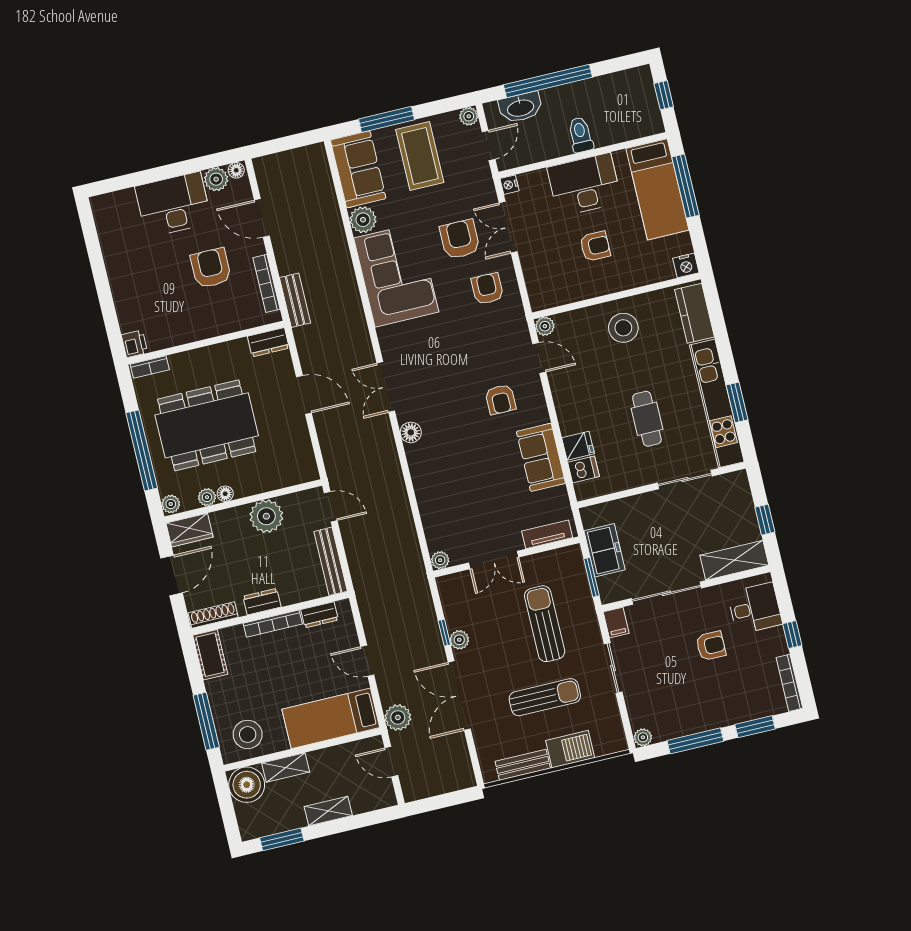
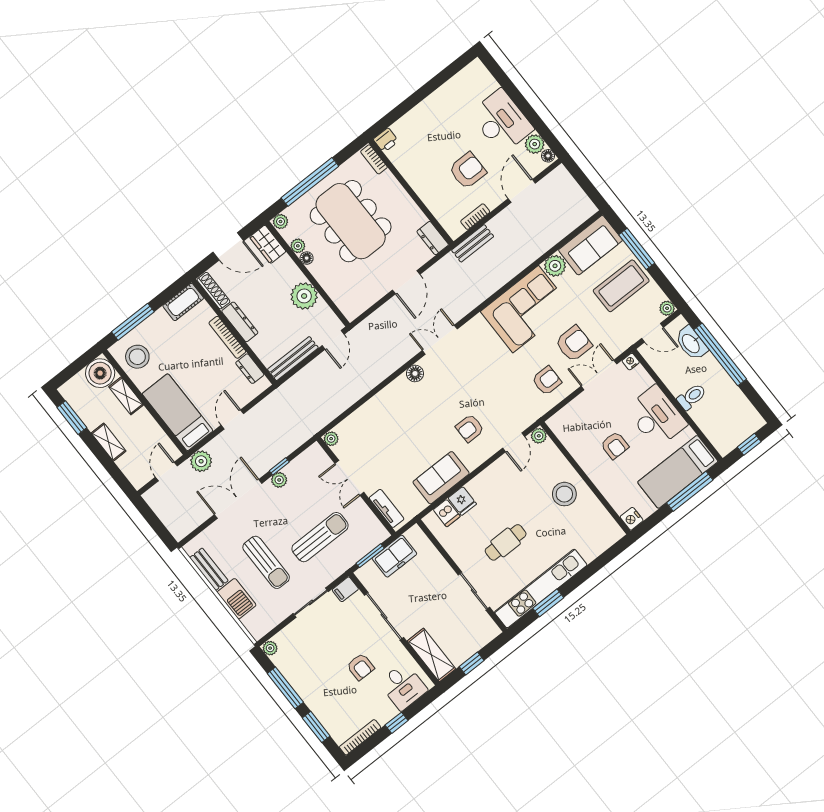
bookcase: (266, 283) -> (475, 217), width x0.64
kitchen counter: (694, 313) -> (599, 541), removed
dresser: (262, 602) -> (240, 322), width x1.44

